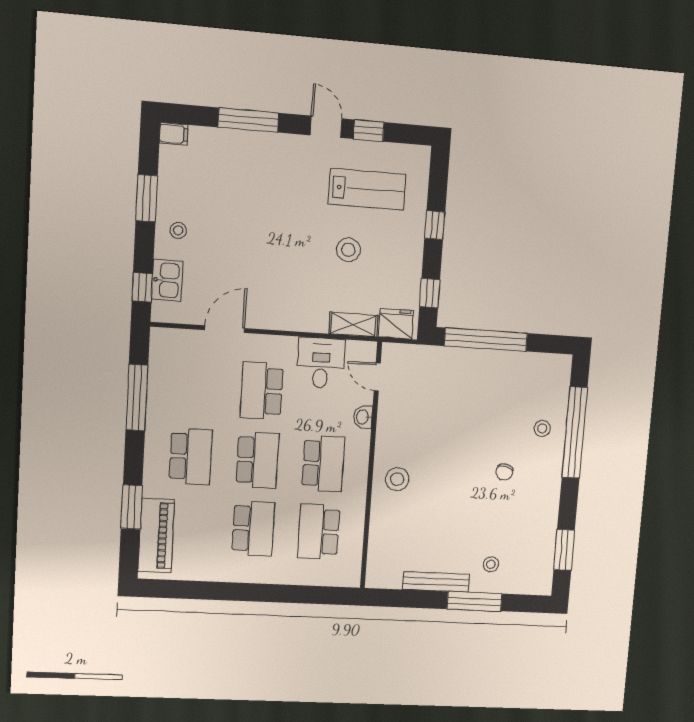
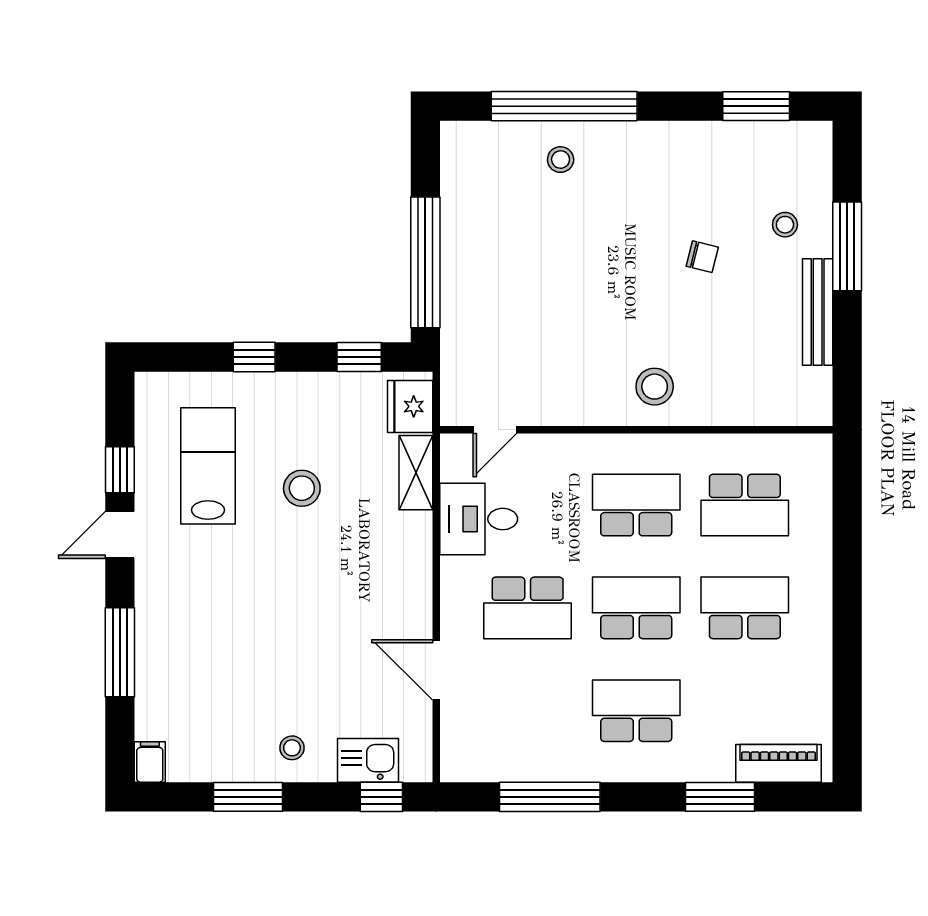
washbasin: (363, 417) -> (559, 448), removed
chair: (504, 472) -> (702, 257), moved
piano: (156, 535) -> (779, 763), width x0.73, depth x0.75

